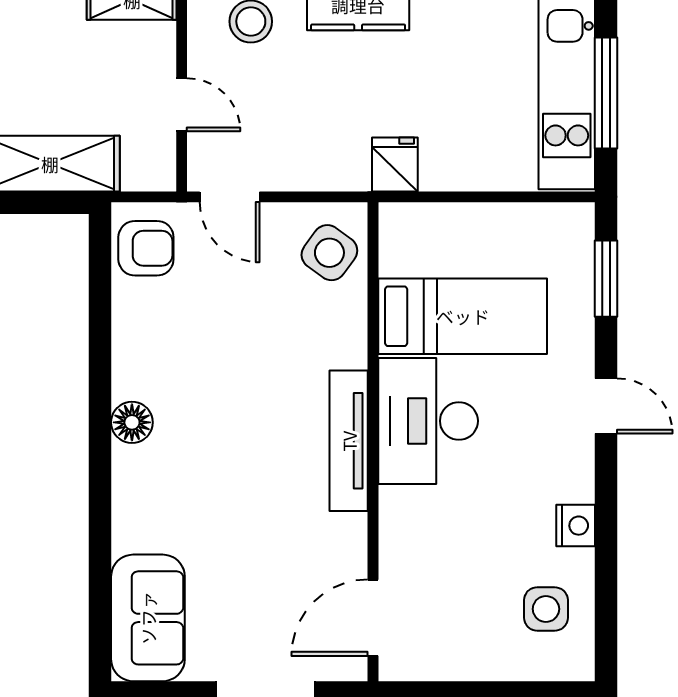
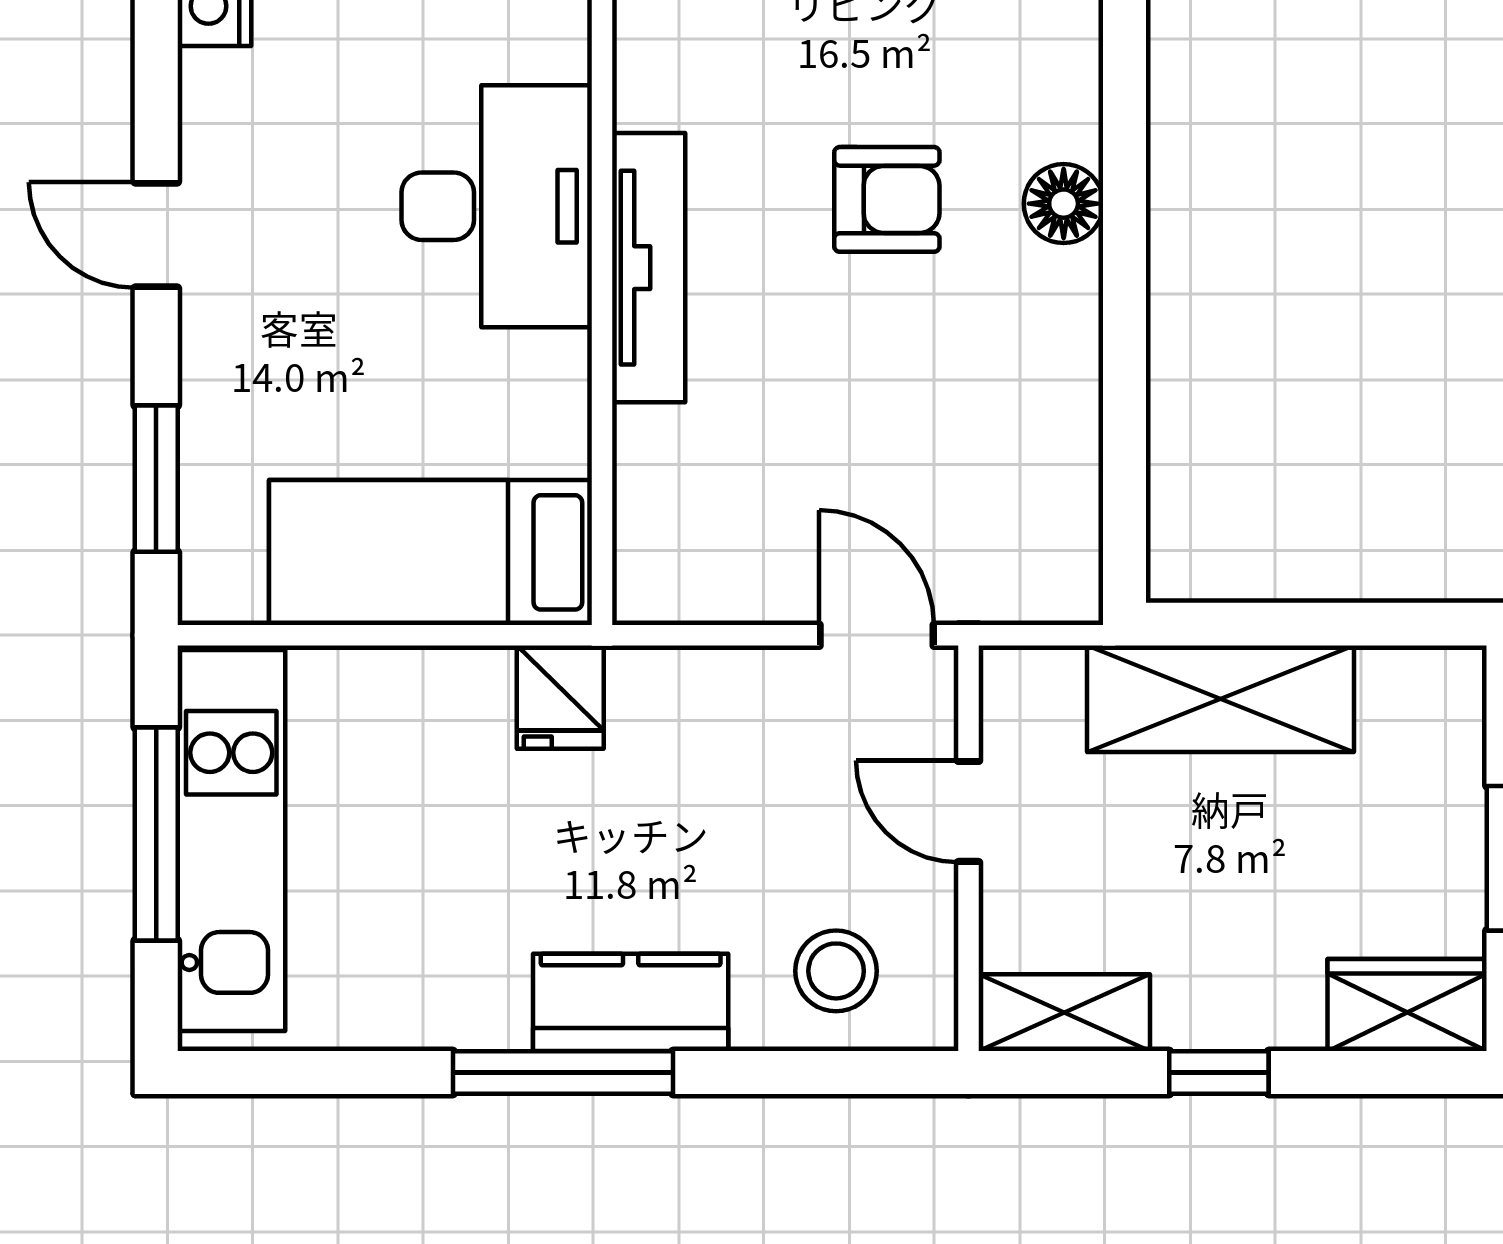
armchair: (146, 248) -> (887, 199), moved, turned 180
side table: (329, 253) -> (686, 528), removed
bed: (463, 316) -> (430, 552), moved
tv unit: (349, 441) -> (649, 268), moved

